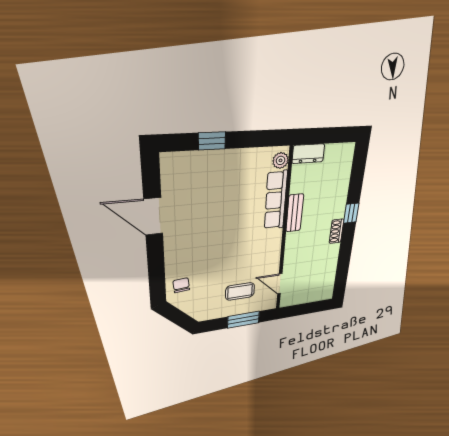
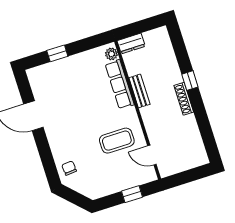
shoe rack: (337, 231) -> (184, 99), width x1.43
coffee table: (240, 291) -> (117, 141), moved, width x1.36, depth x1.30
window: (243, 320) -> (132, 194), width x0.67

